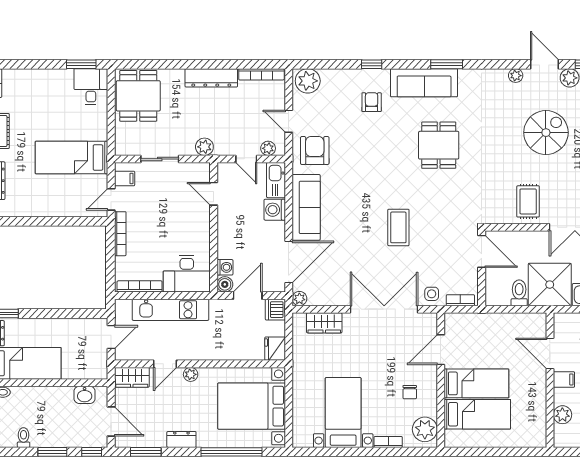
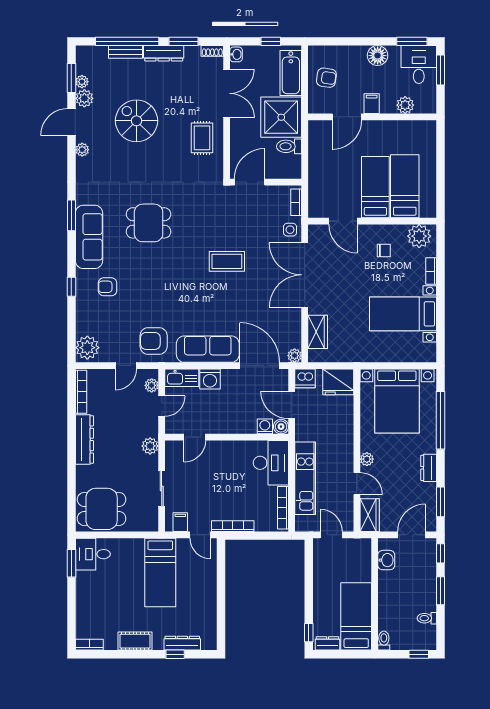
rug: (528, 201) -> (202, 138), turned 90
fridge: (275, 349) -> (338, 382), width x1.36, depth x1.34

